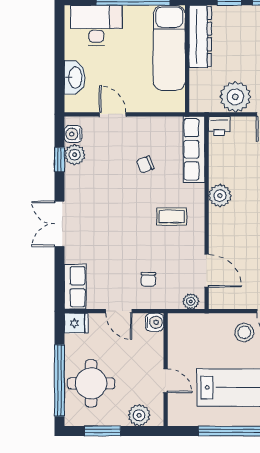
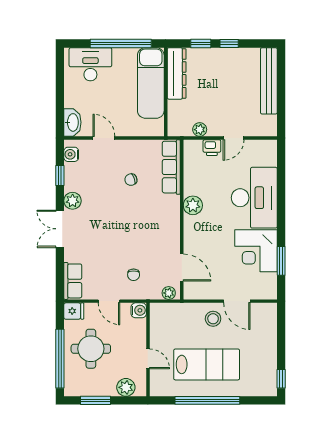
washbasin: (75, 77) -> (72, 122), moved
plant: (235, 97) -> (200, 130), width x0.53, depth x0.53
printer: (219, 126) -> (212, 148), moved
plant: (75, 155) -> (73, 201), moved
coffee table: (172, 217) -> (153, 223), removed
round table: (91, 383) -> (91, 349), moved

